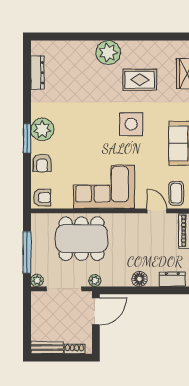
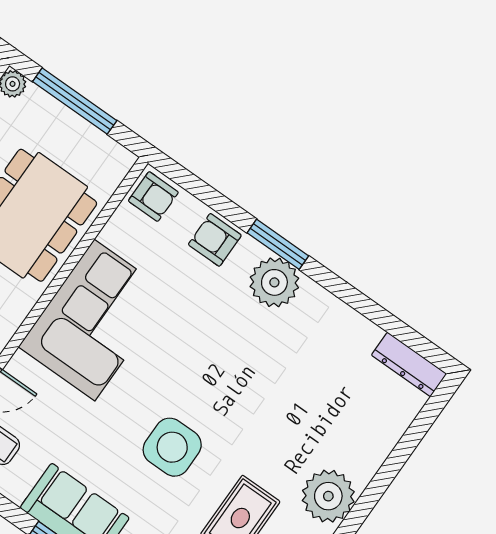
dresser: (37, 73) -> (409, 364), moved
armchair: (42, 198) -> (153, 197), turned -90

